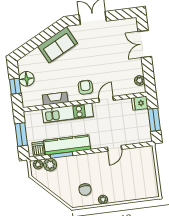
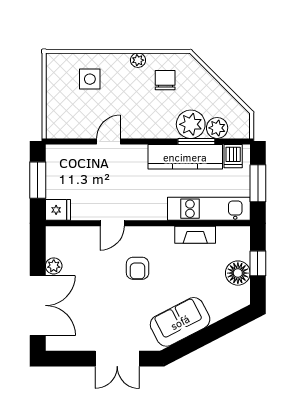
double door: (145, 44) -> (38, 305), width x1.37
plant: (140, 80) -> (54, 266), moved
armchair: (85, 87) -> (138, 268), moved
kitchen unit: (68, 113) -> (209, 209), moved
plant: (38, 164) -> (191, 124), moved, width x1.88, depth x1.88
side table: (131, 184) -> (90, 79), added

